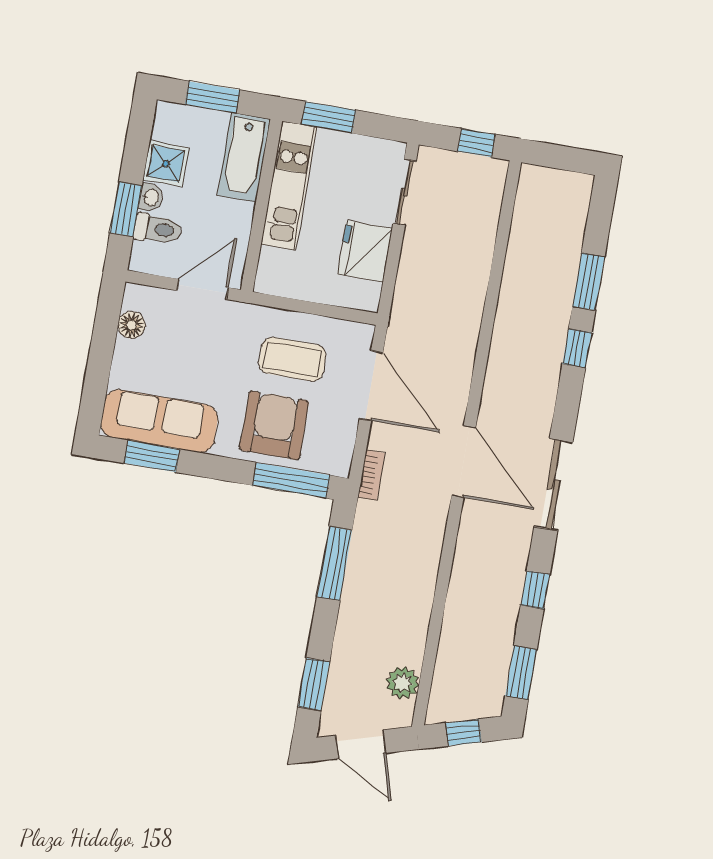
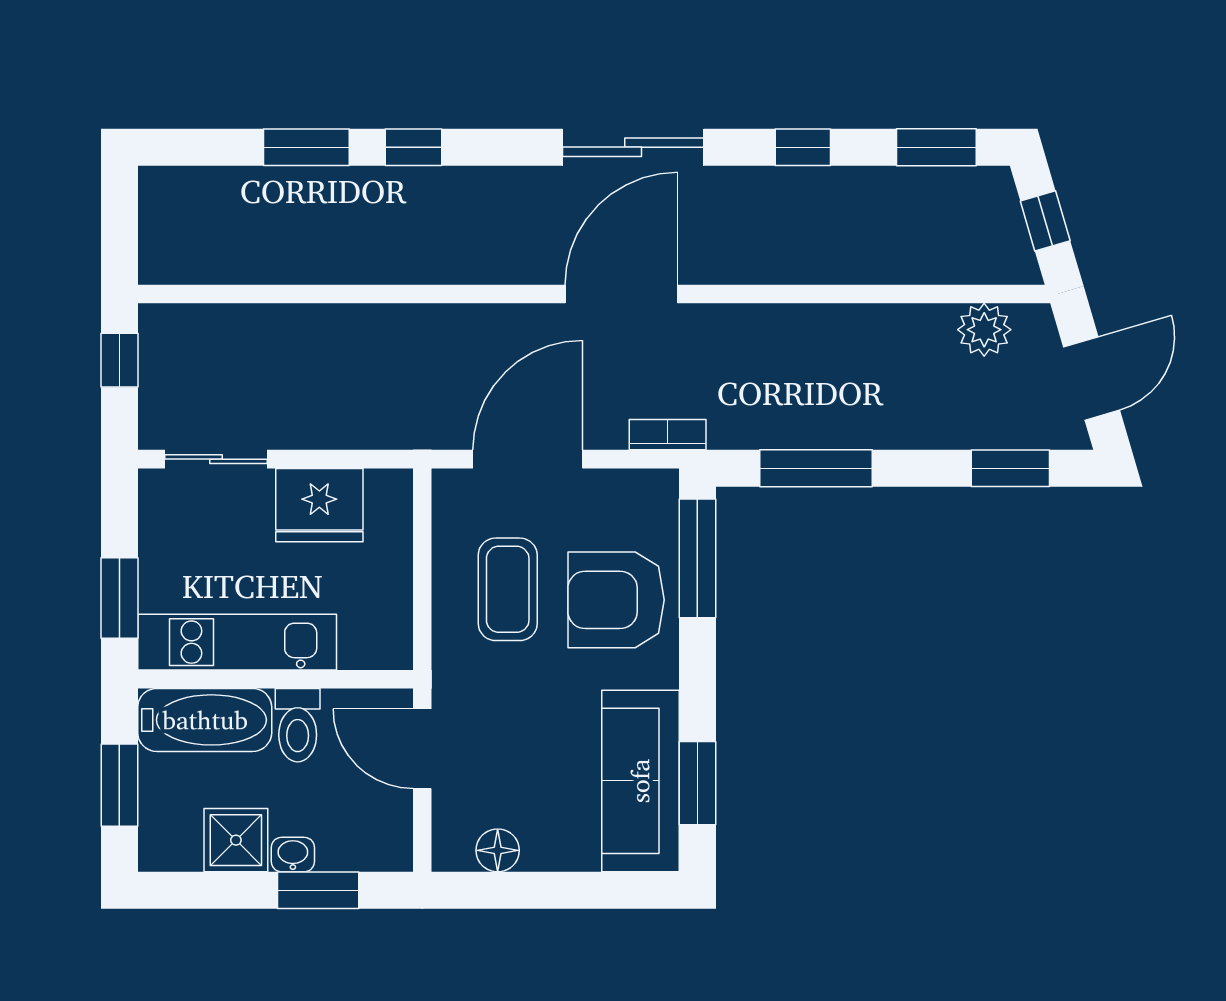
toilet: (158, 229) -> (298, 725), moved, turned 180

